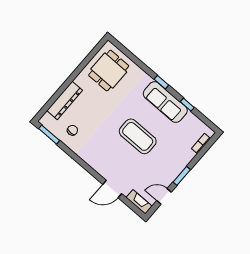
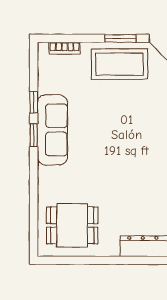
window: (161, 82) -> (34, 135), moved
coffee table: (138, 136) -> (119, 64), moved, turned 90

